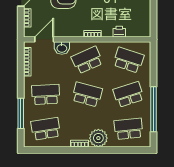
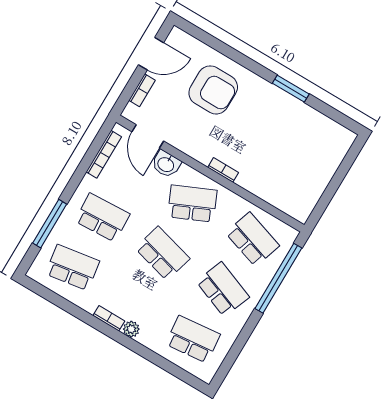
printer: (119, 32) -> (264, 190), removed
door: (44, 39) -> (148, 136), swing flipped
school desk: (128, 94) -> (223, 289), turned 39
window: (153, 109) -> (278, 278), moved
plant: (98, 138) -> (131, 329), width x0.53, depth x0.53

